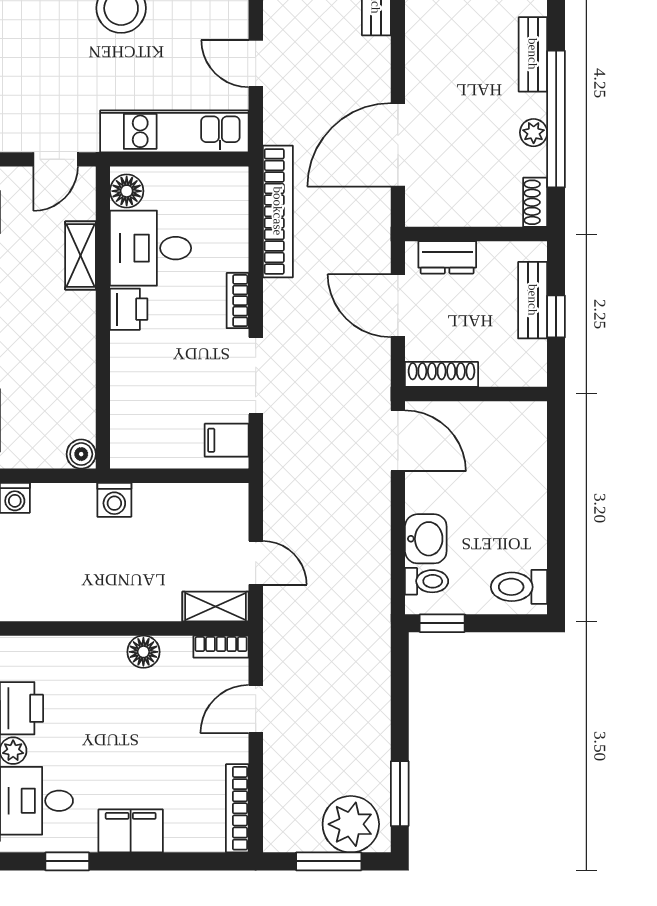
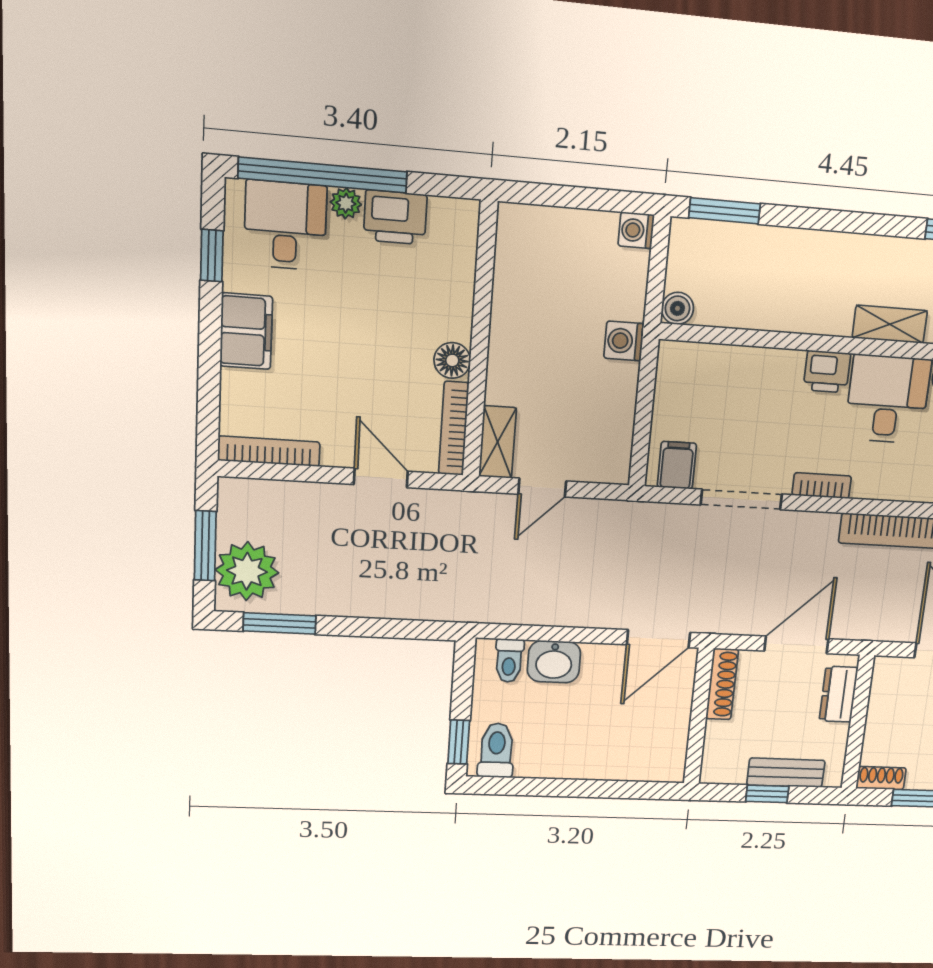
window: (442, 623) -> (459, 742), moved
bookcase: (221, 647) -> (454, 428), width x1.56

